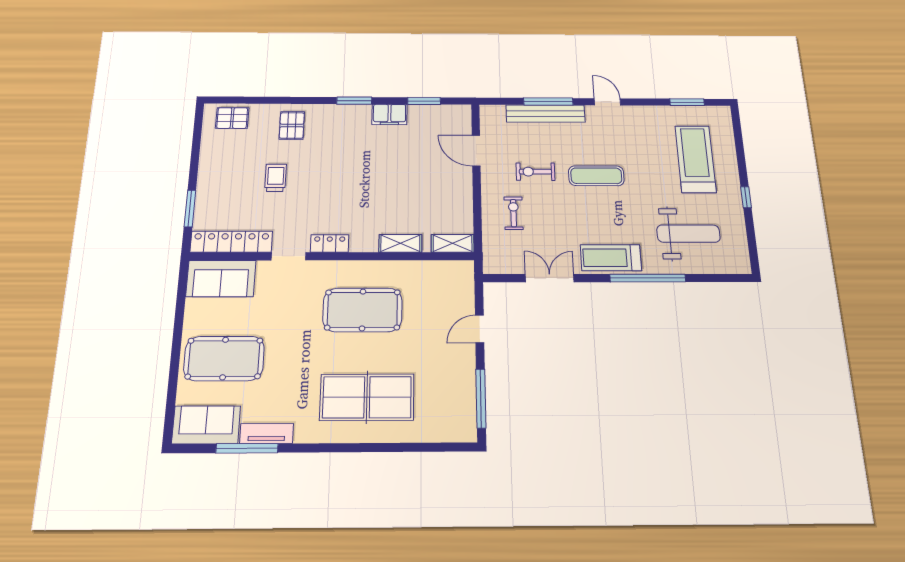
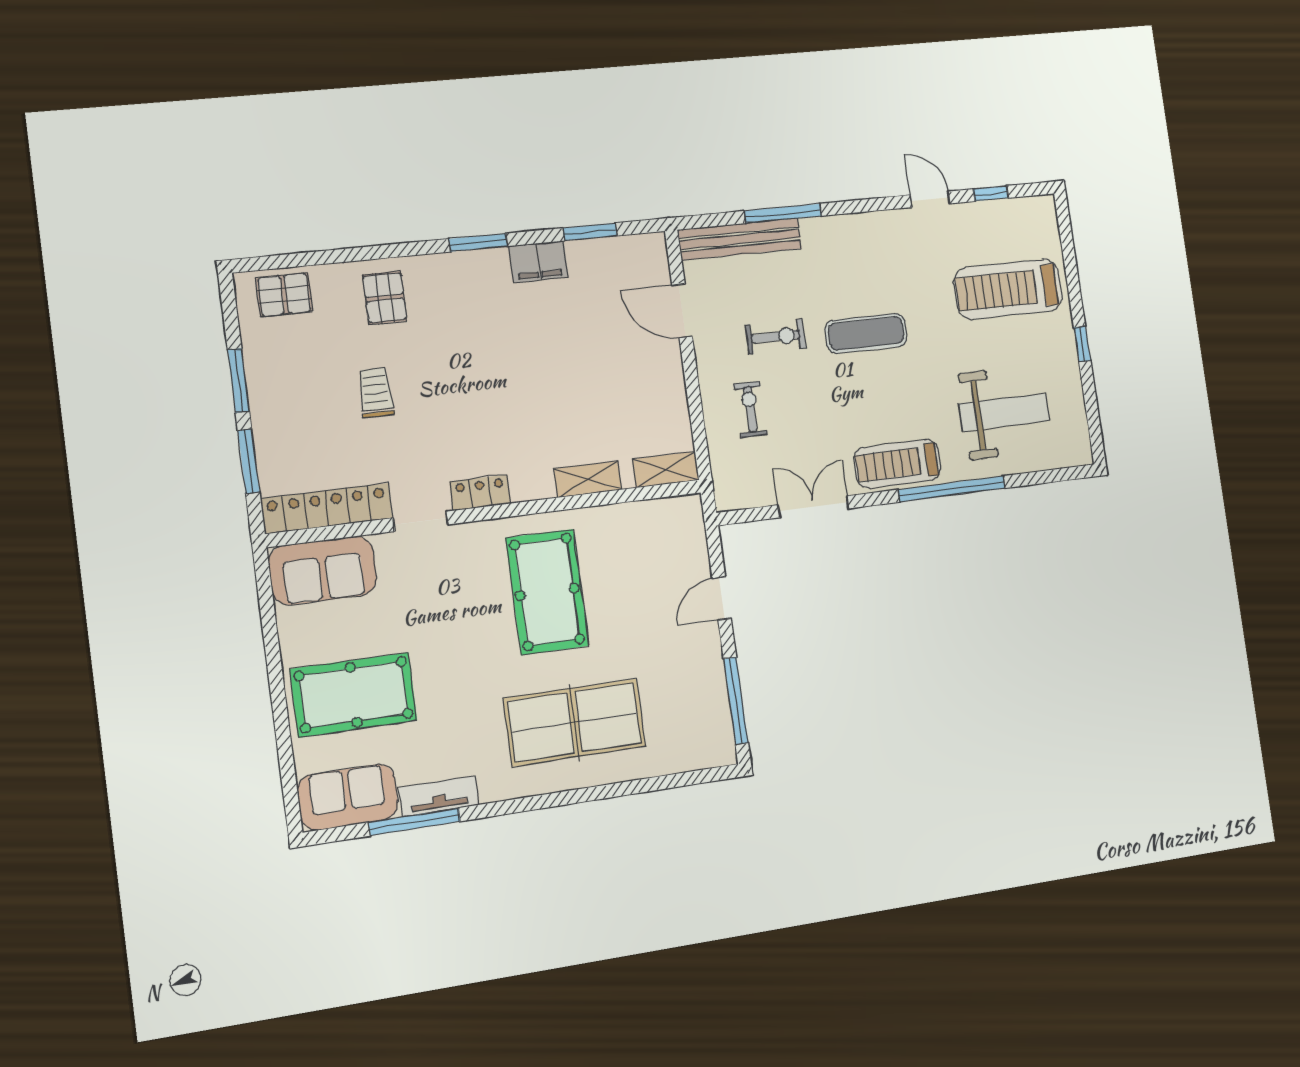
door: (607, 102) -> (930, 199), moved
window: (687, 102) -> (991, 194), width x0.67
bench: (545, 114) -> (740, 239), moved
treadmill: (695, 159) -> (1008, 289), turned -90
window: (194, 162) -> (239, 380), added
exercise bike: (535, 172) -> (776, 337), turned 180
pool table: (362, 310) -> (547, 592), turned 90

